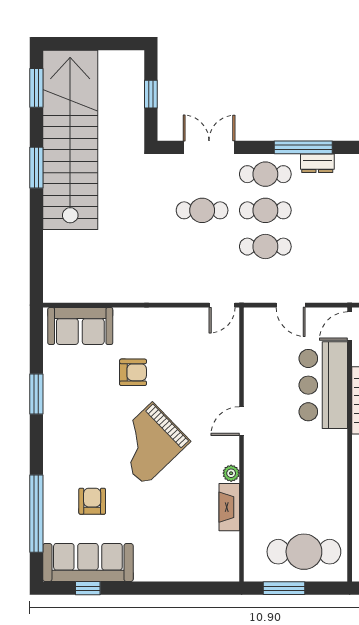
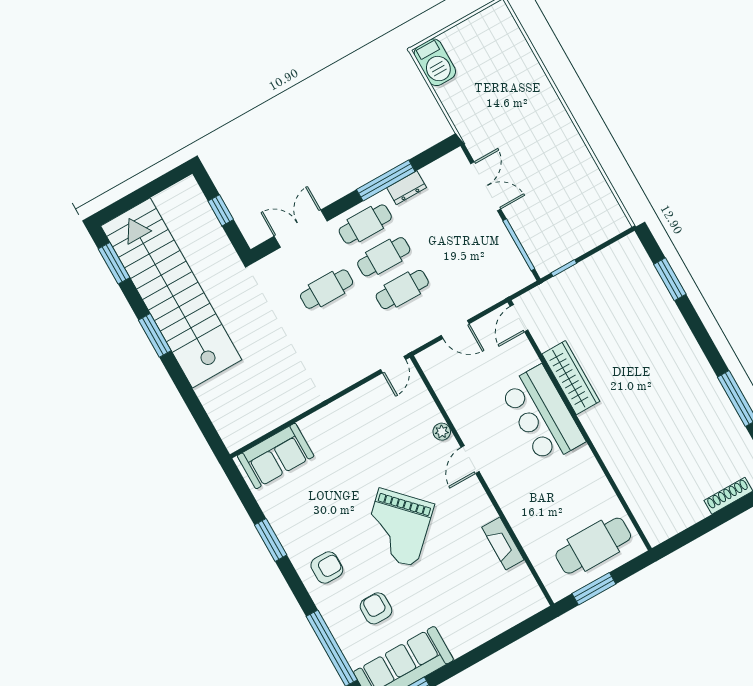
armchair: (133, 372) -> (327, 567), moved
bar counter: (323, 385) -> (542, 415), moved
plant: (231, 473) -> (442, 432), moved

